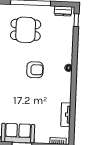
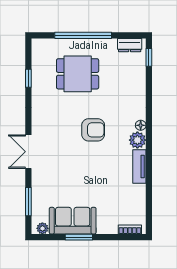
plant: (66, 78) -> (137, 140), added
tv unit: (66, 115) -> (139, 166), moved

